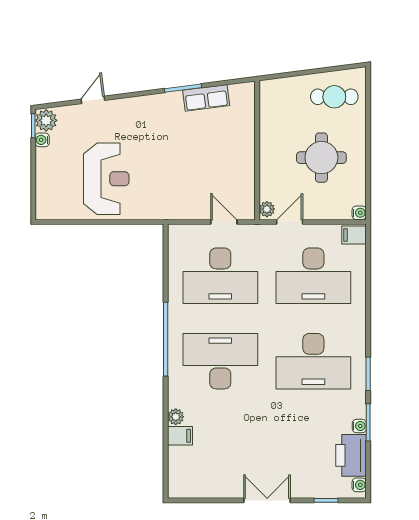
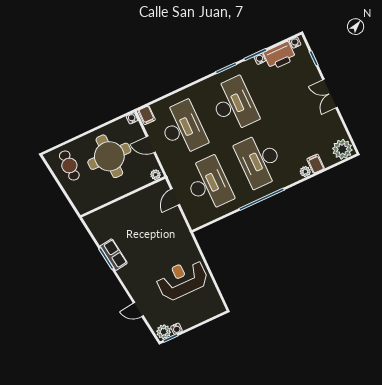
row of seats: (206, 98) -> (114, 255), moved
round table: (321, 158) -> (109, 156), width x1.36, depth x1.36
door: (290, 222) -> (151, 144), moved
plant: (183, 482) -> (342, 149), added

